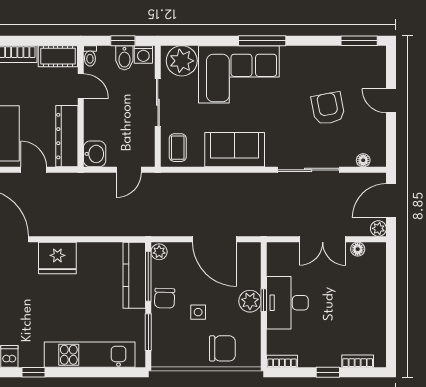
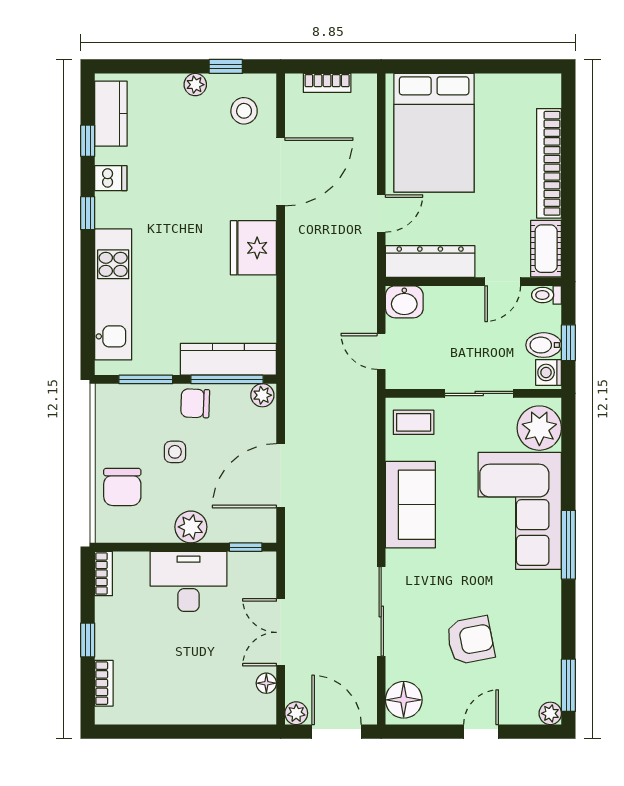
plant: (379, 53) -> (550, 713), added
floor lamp: (363, 160) -> (404, 700), width x1.89, depth x1.89
window: (264, 300) -> (246, 547), moved

